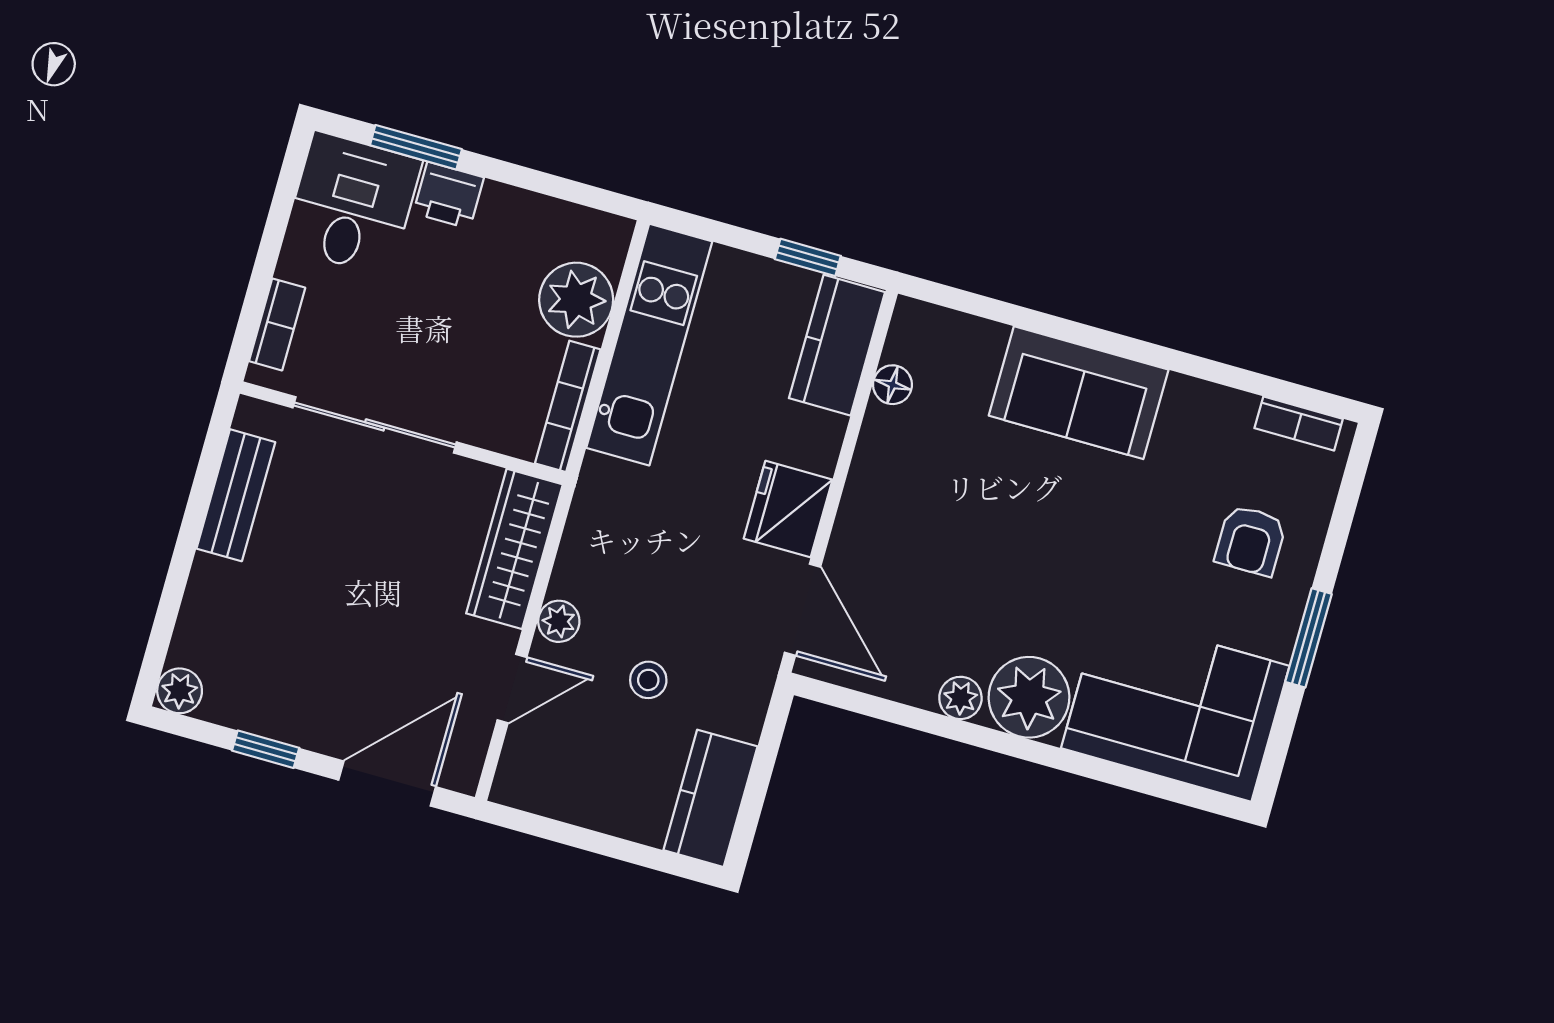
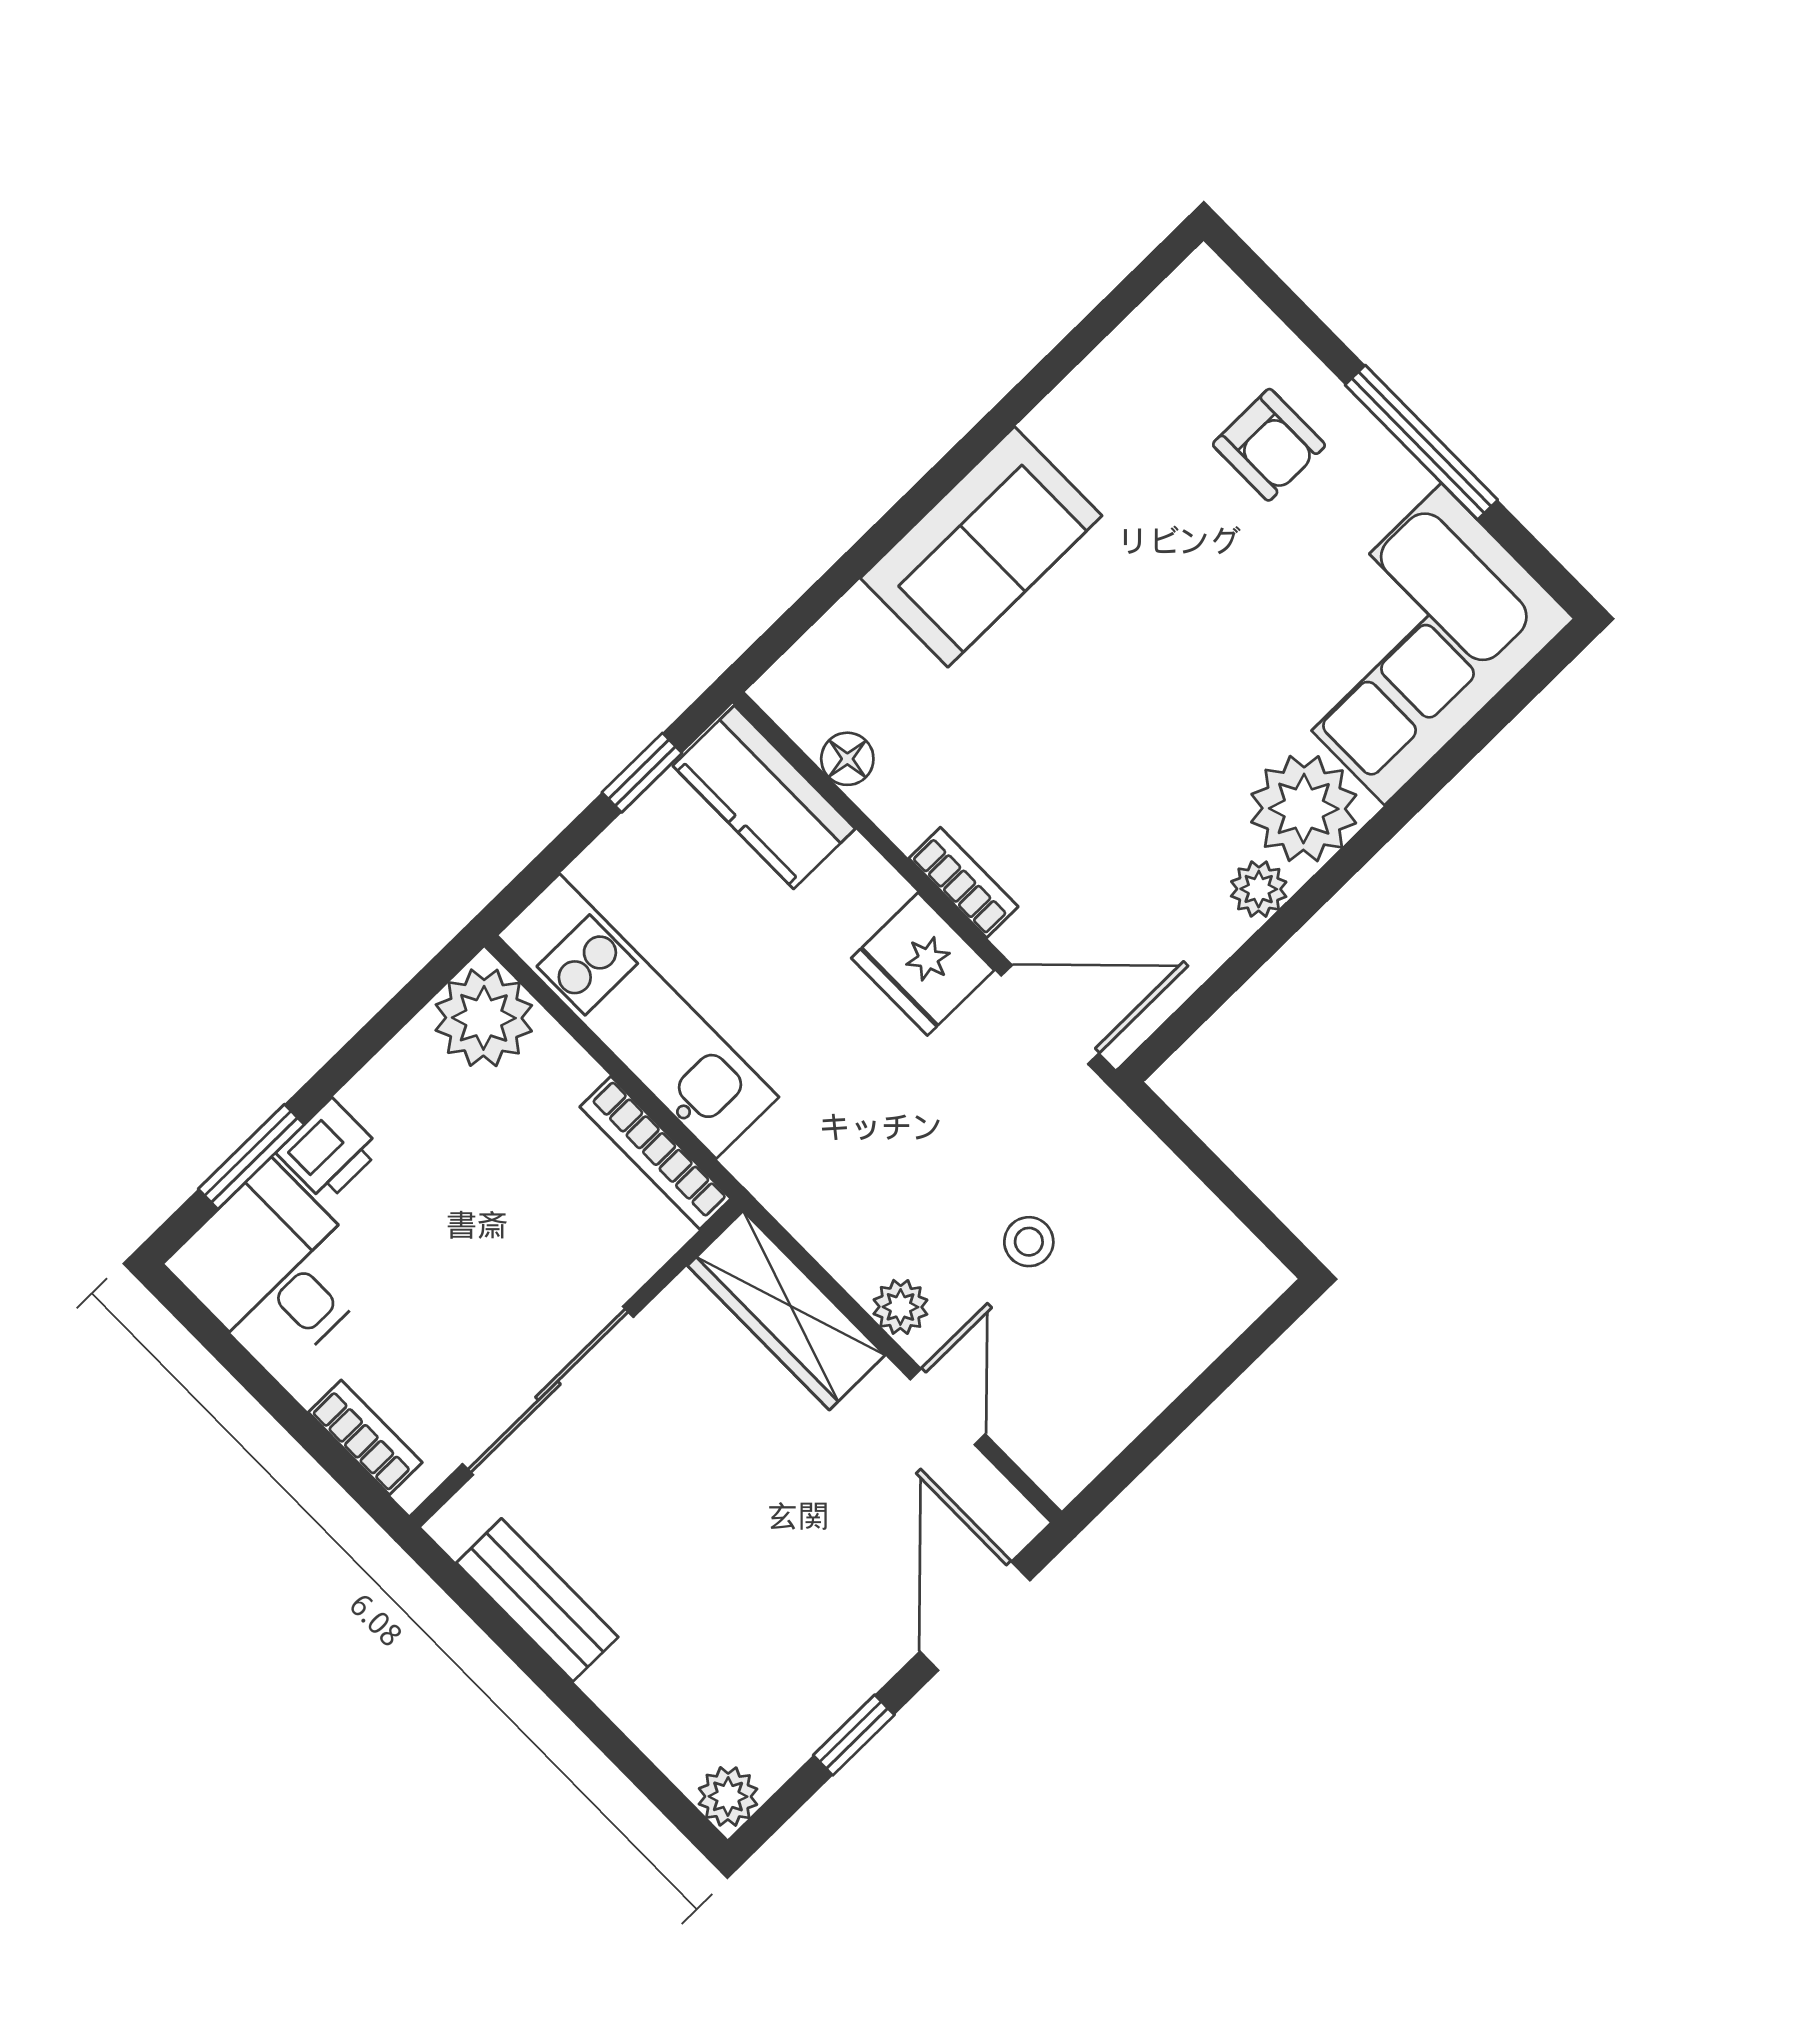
plant: (576, 300) -> (484, 1018), moved
bookcase: (1299, 424) -> (963, 882), moved, turned -90
window: (1309, 638) -> (1421, 442), width x1.44
kitchen counter: (710, 798) -> (1209, 1248), removed

